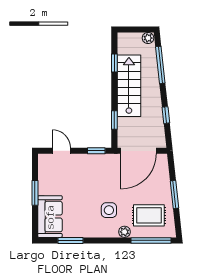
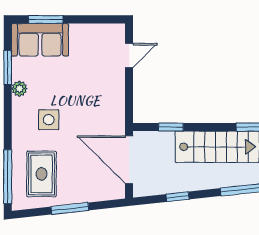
window: (96, 151) -> (129, 103), removed
window: (35, 193) -> (46, 19), moved
plant: (125, 232) -> (19, 89), moved

